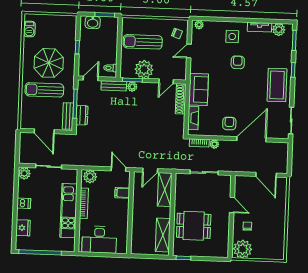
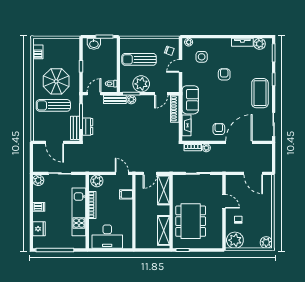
side table: (232, 37) -> (202, 57), moved
dining table: (194, 226) -> (191, 221), width x1.38
plant: (278, 253) -> (266, 243), added

